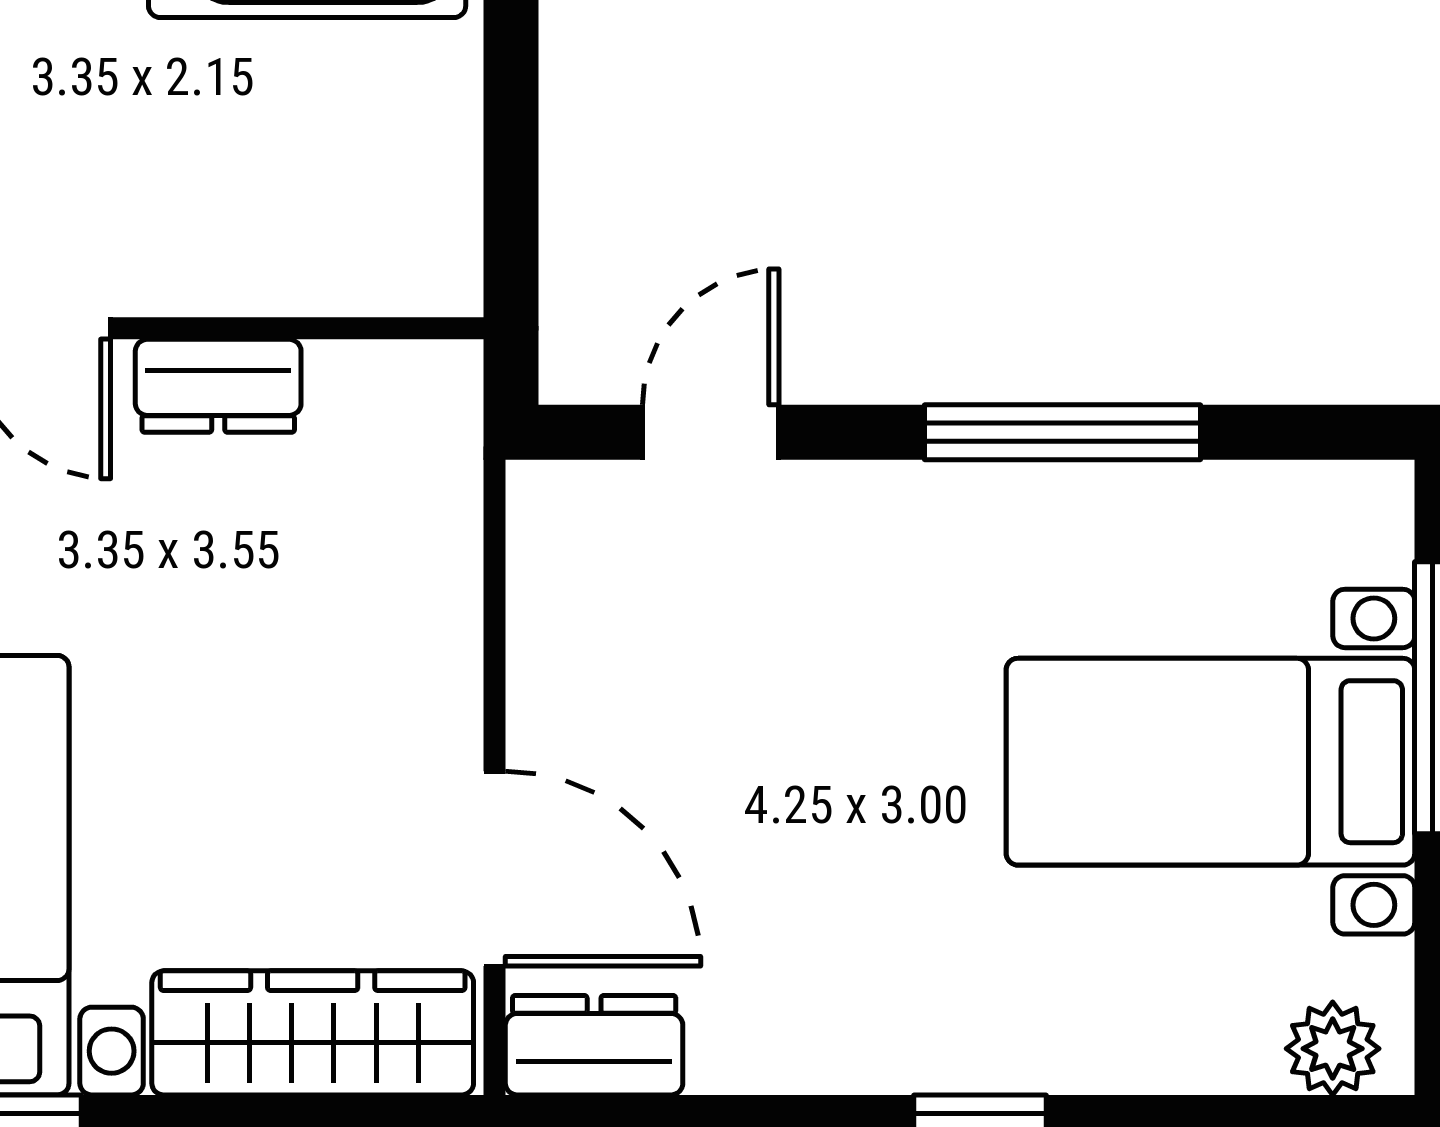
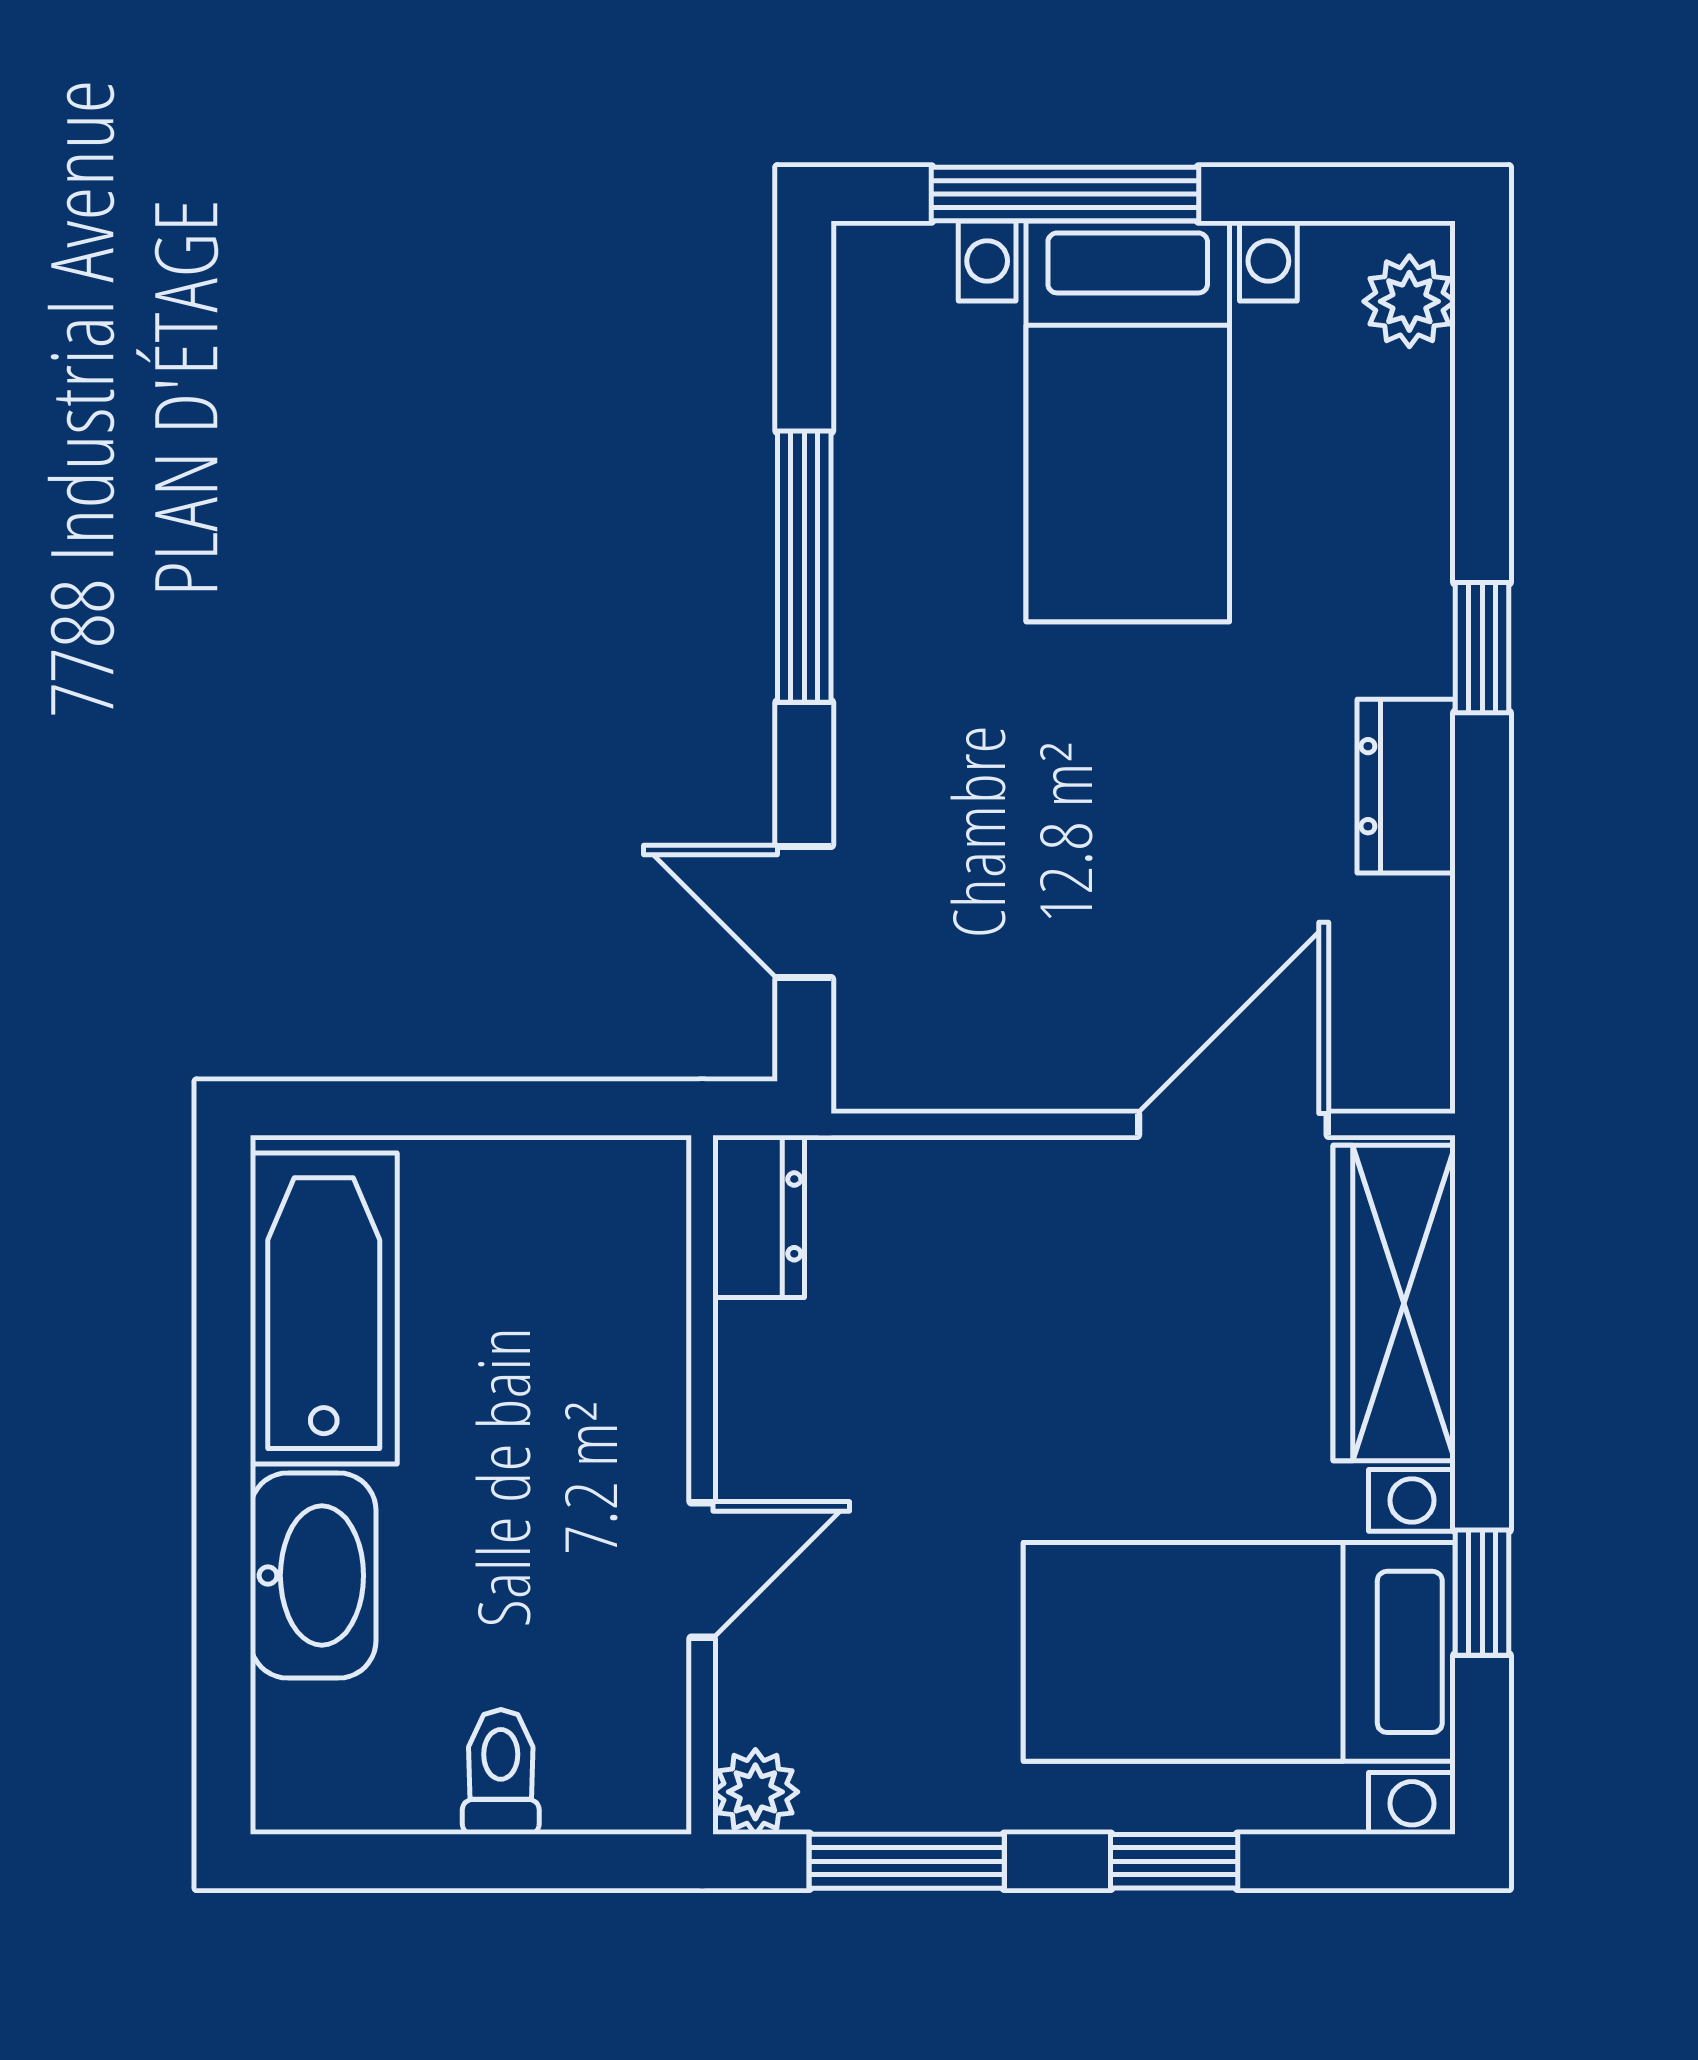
dresser: (218, 386) -> (759, 1216), moved
dresser: (594, 1045) -> (1406, 786), moved

